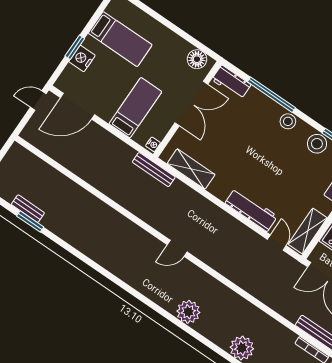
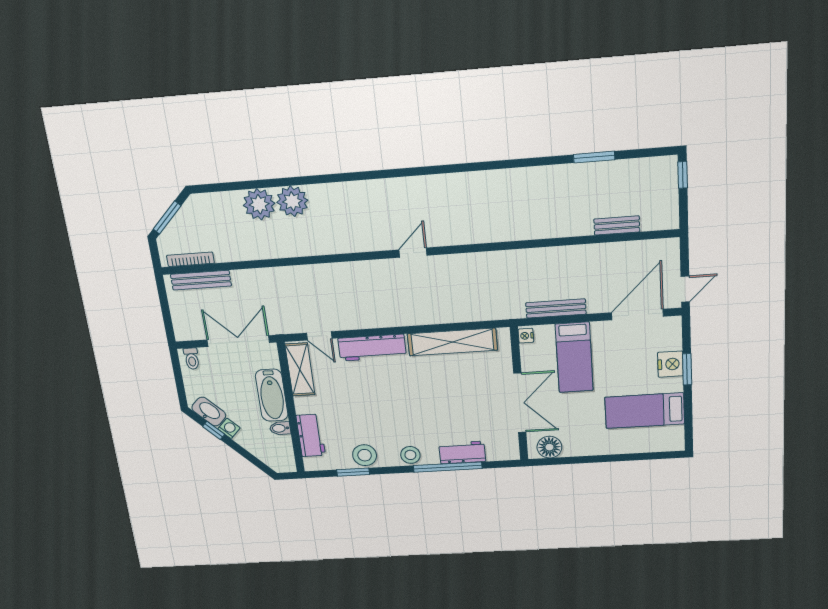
workbench: (231, 82) -> (462, 452), moved
double door: (191, 103) -> (520, 403), swing flipped
shelving: (191, 169) -> (452, 342), width x1.47
bench: (154, 170) -> (556, 308), moved
bench: (28, 209) -> (617, 225), moved
plant: (188, 312) -> (292, 201), moved

